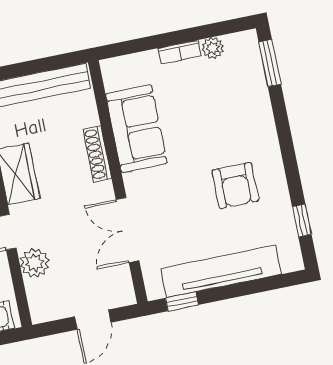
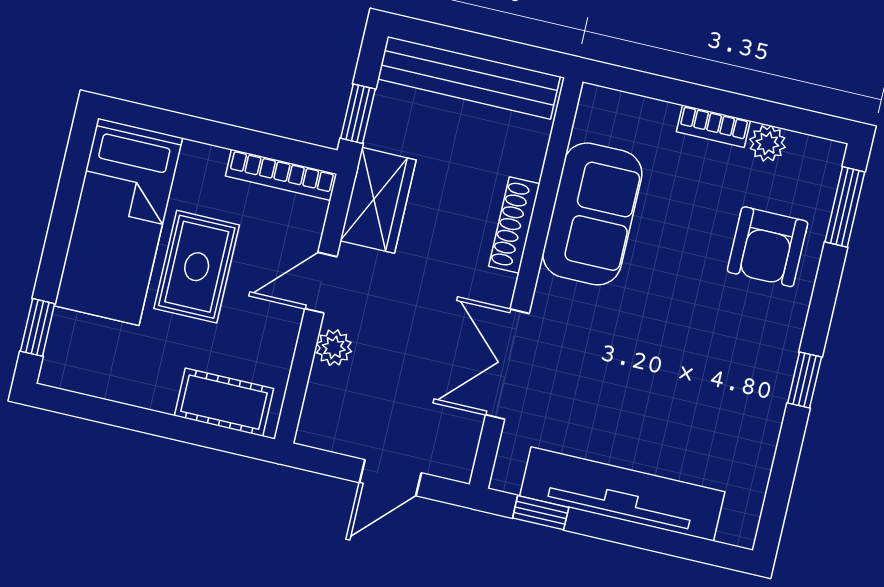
armchair: (235, 185) -> (768, 247), moved
window: (302, 220) -> (805, 380), moved
plant: (35, 263) -> (334, 348), width x0.73, depth x0.73

